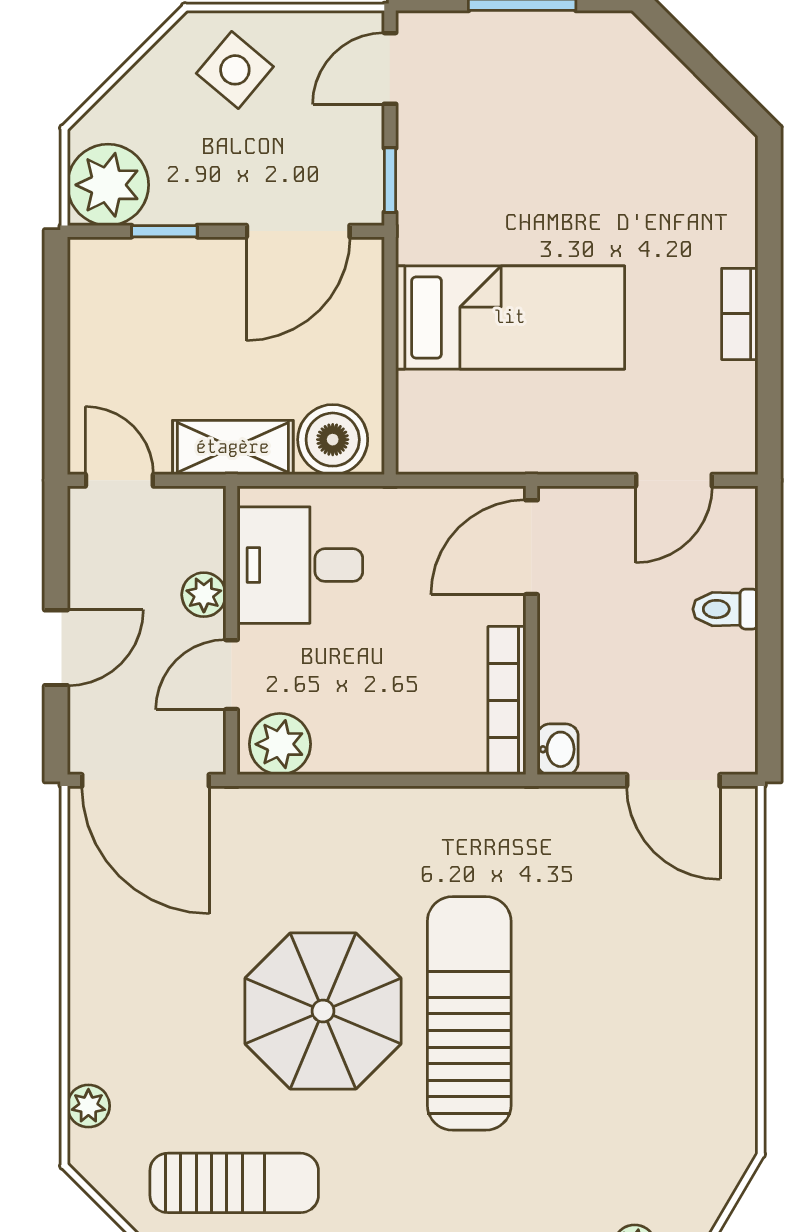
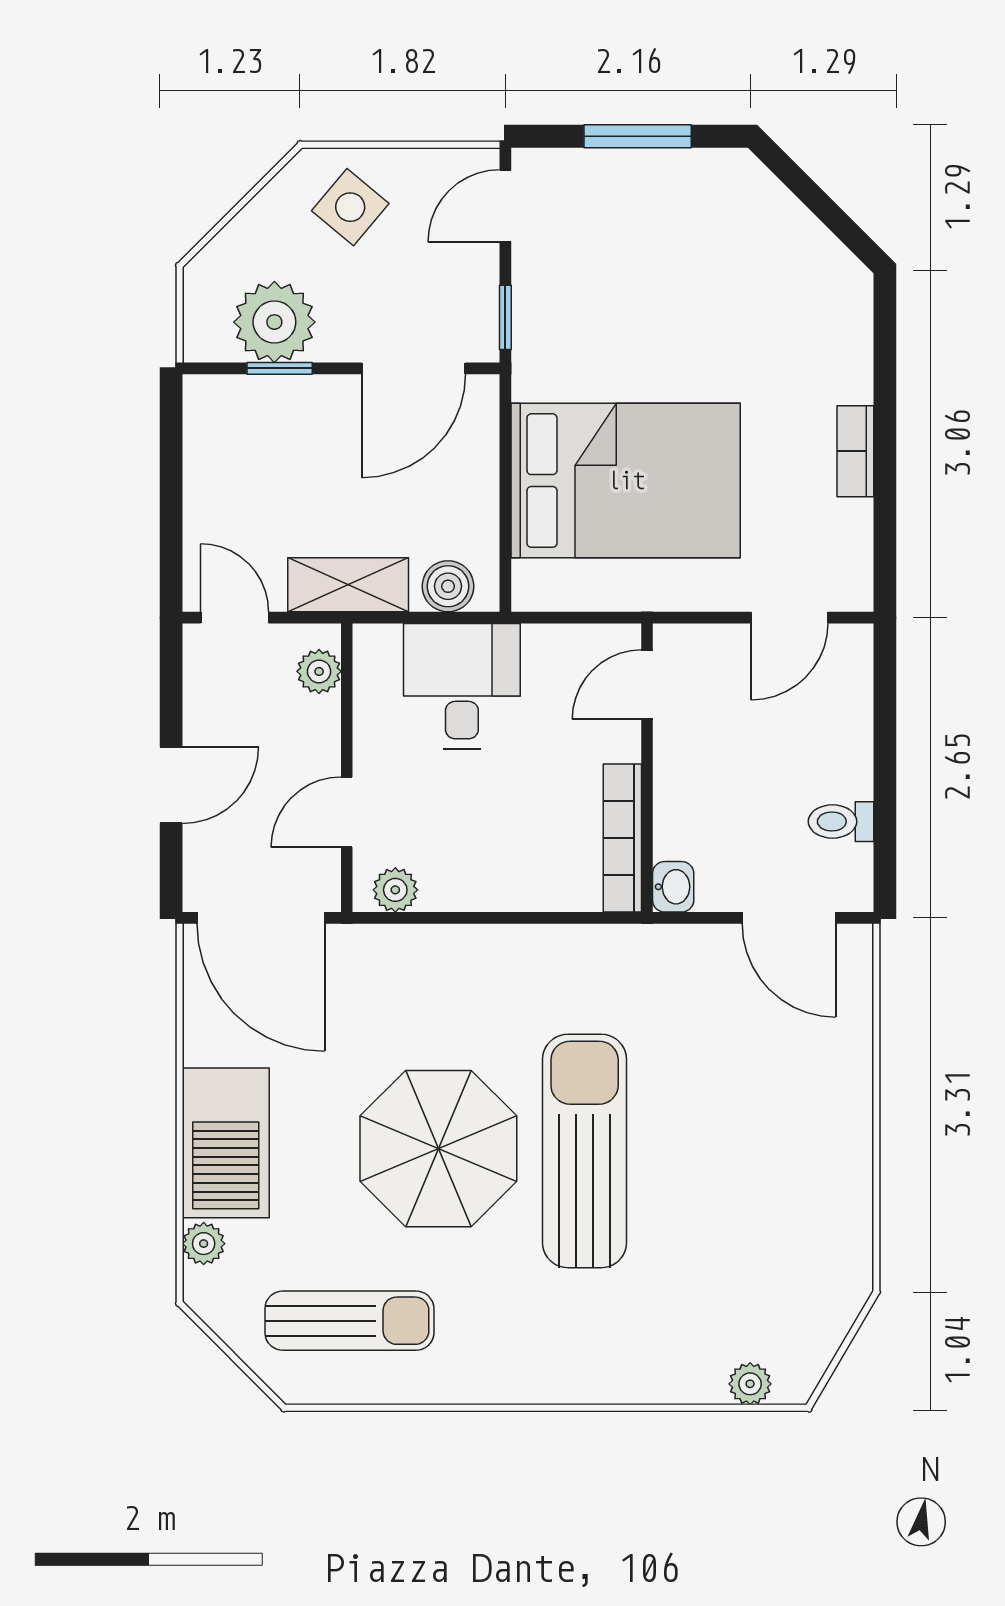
plant: (108, 185) -> (274, 322), moved
bed: (510, 317) -> (626, 481), width x1.50
boiler: (333, 440) -> (448, 586), width x0.73, depth x0.73
door: (532, 547) -> (647, 685), width x0.73
desk: (300, 565) -> (462, 686), moved, turned 90
plant: (204, 595) -> (319, 671), moved
toilet: (725, 609) -> (841, 822), moved
plant: (280, 744) -> (395, 890), width x0.73, depth x0.73
barbecue: (111, 1005) -> (226, 1143), added

